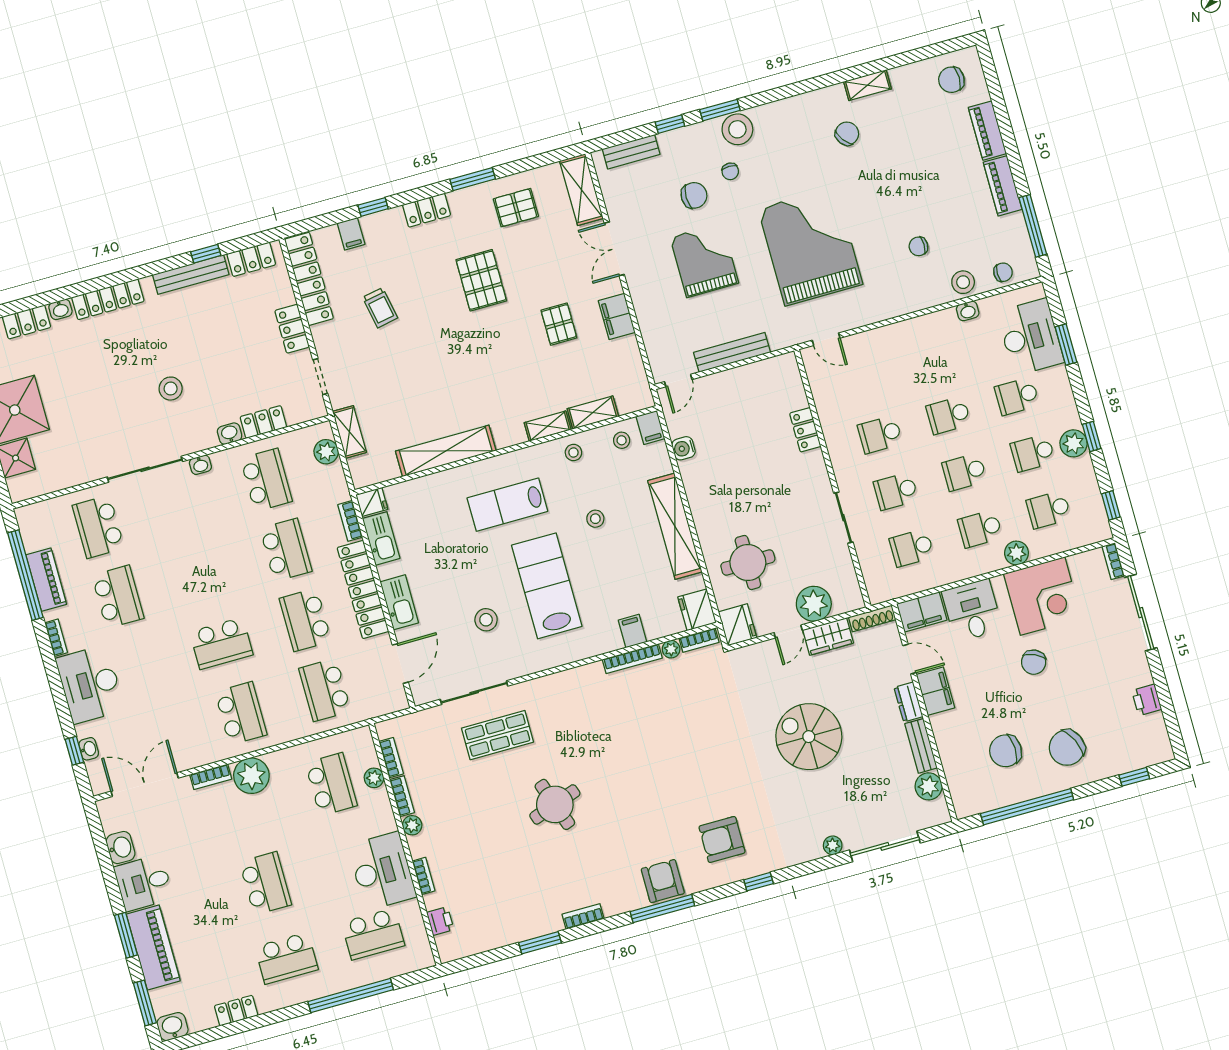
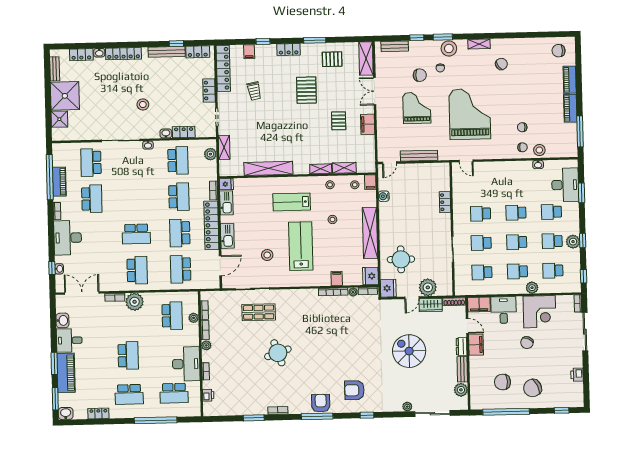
shelving: (868, 85) -> (479, 44), moved
chair: (1003, 272) -> (522, 147), moved

